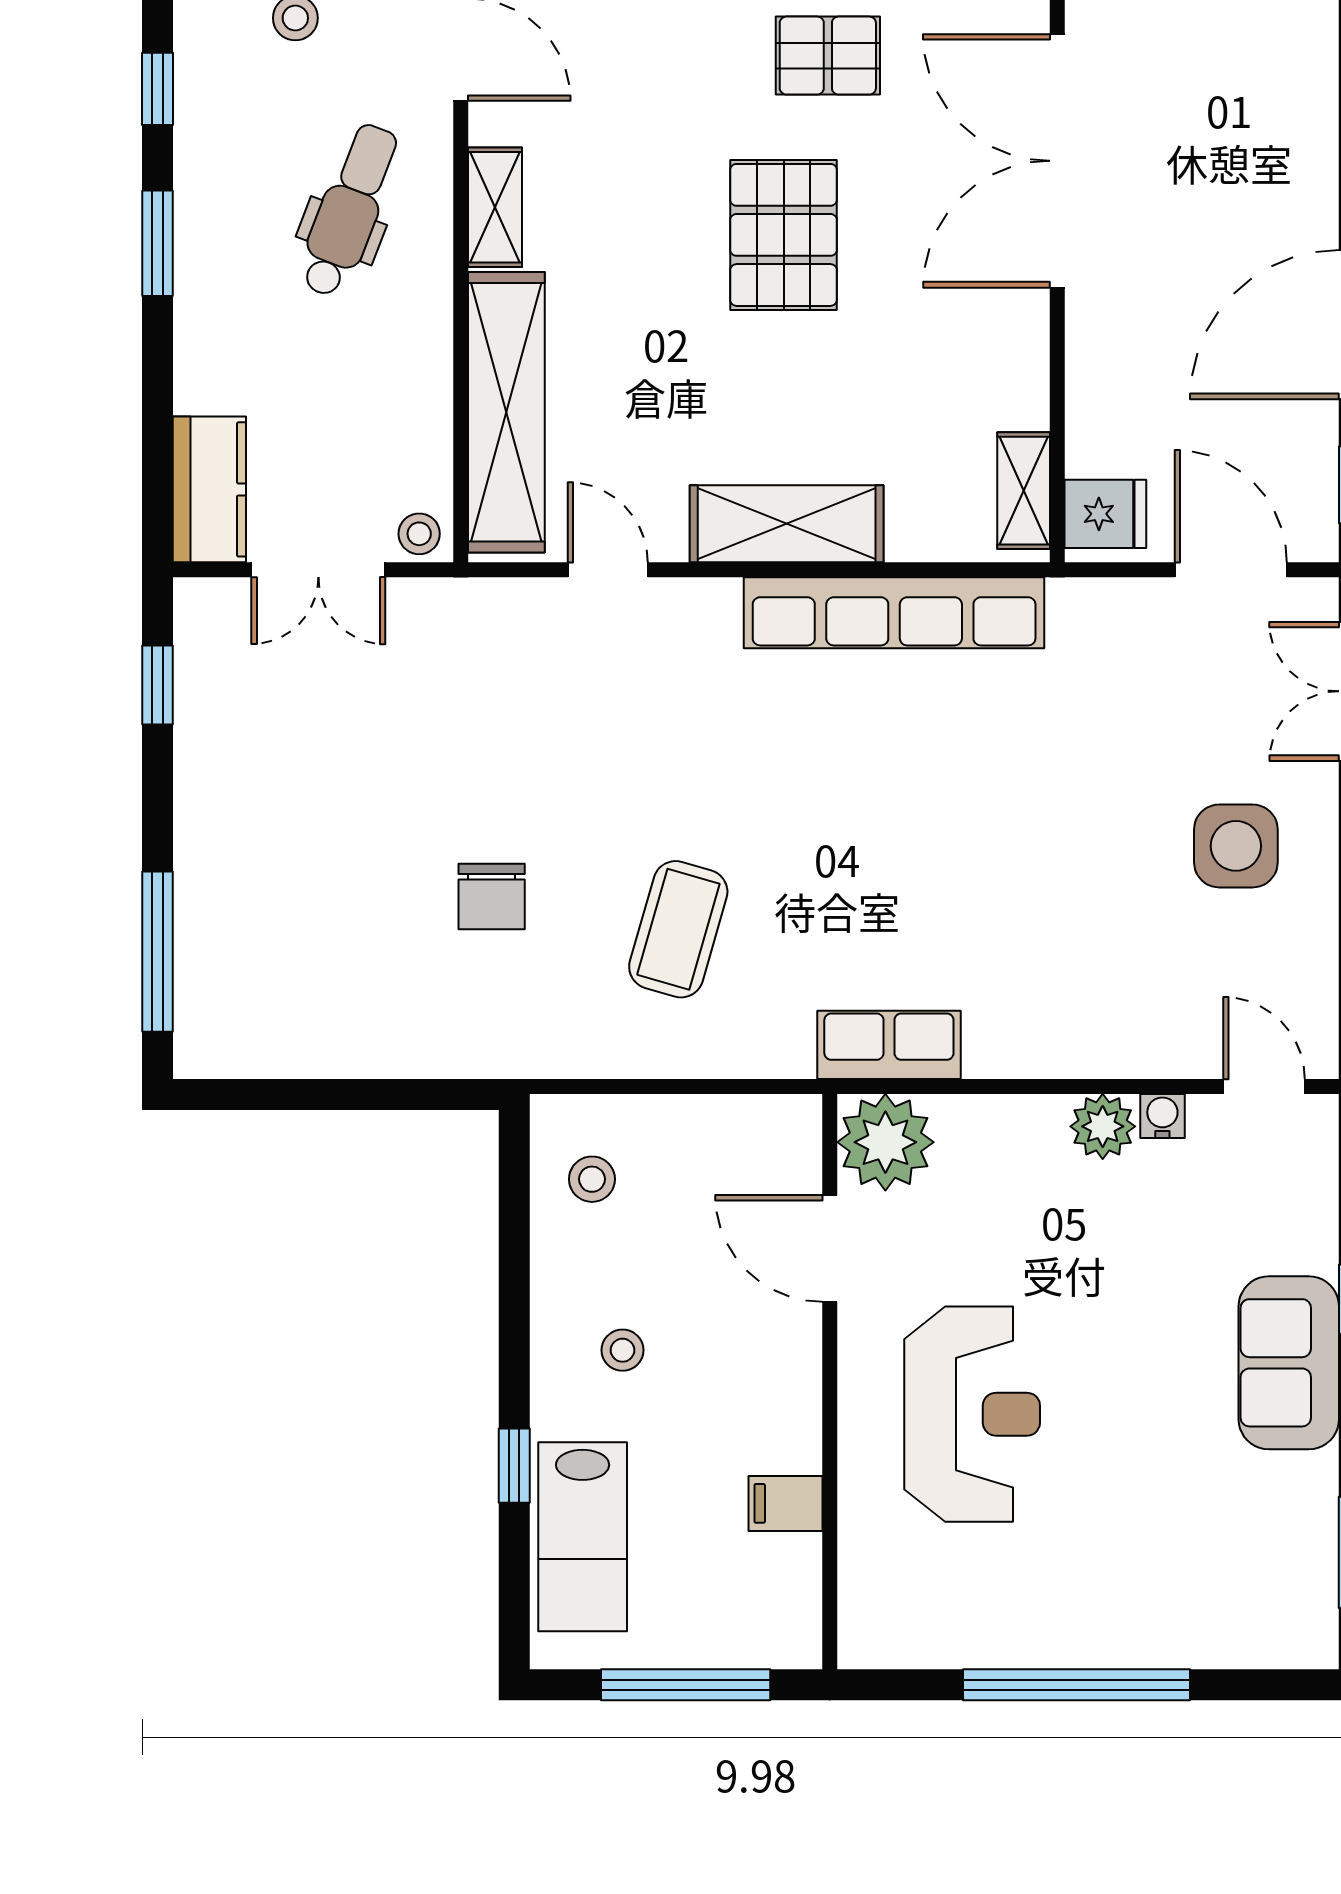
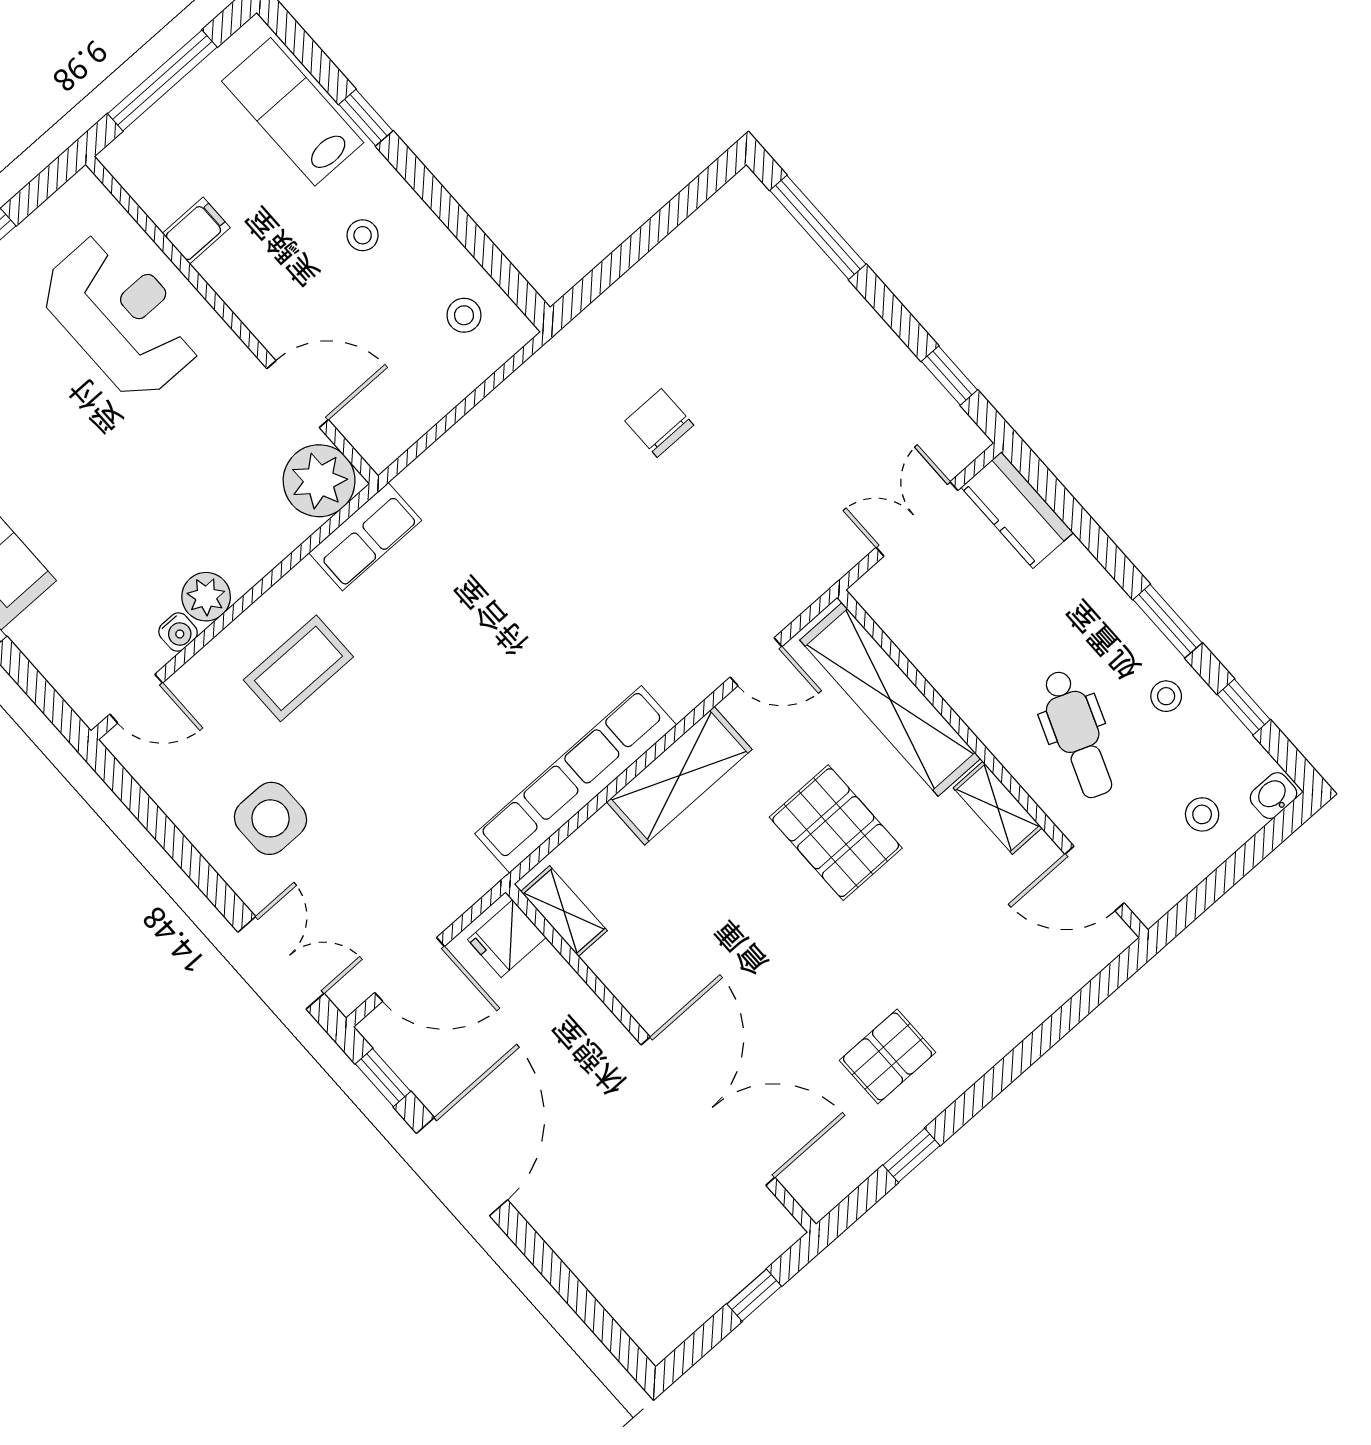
pallet: (784, 235) -> (836, 833), moved
stool: (419, 534) -> (1166, 696), moved
coffee table: (678, 929) -> (298, 668), moved, turned 74
reception desk: (972, 1414) -> (121, 316), moved, turned 180

